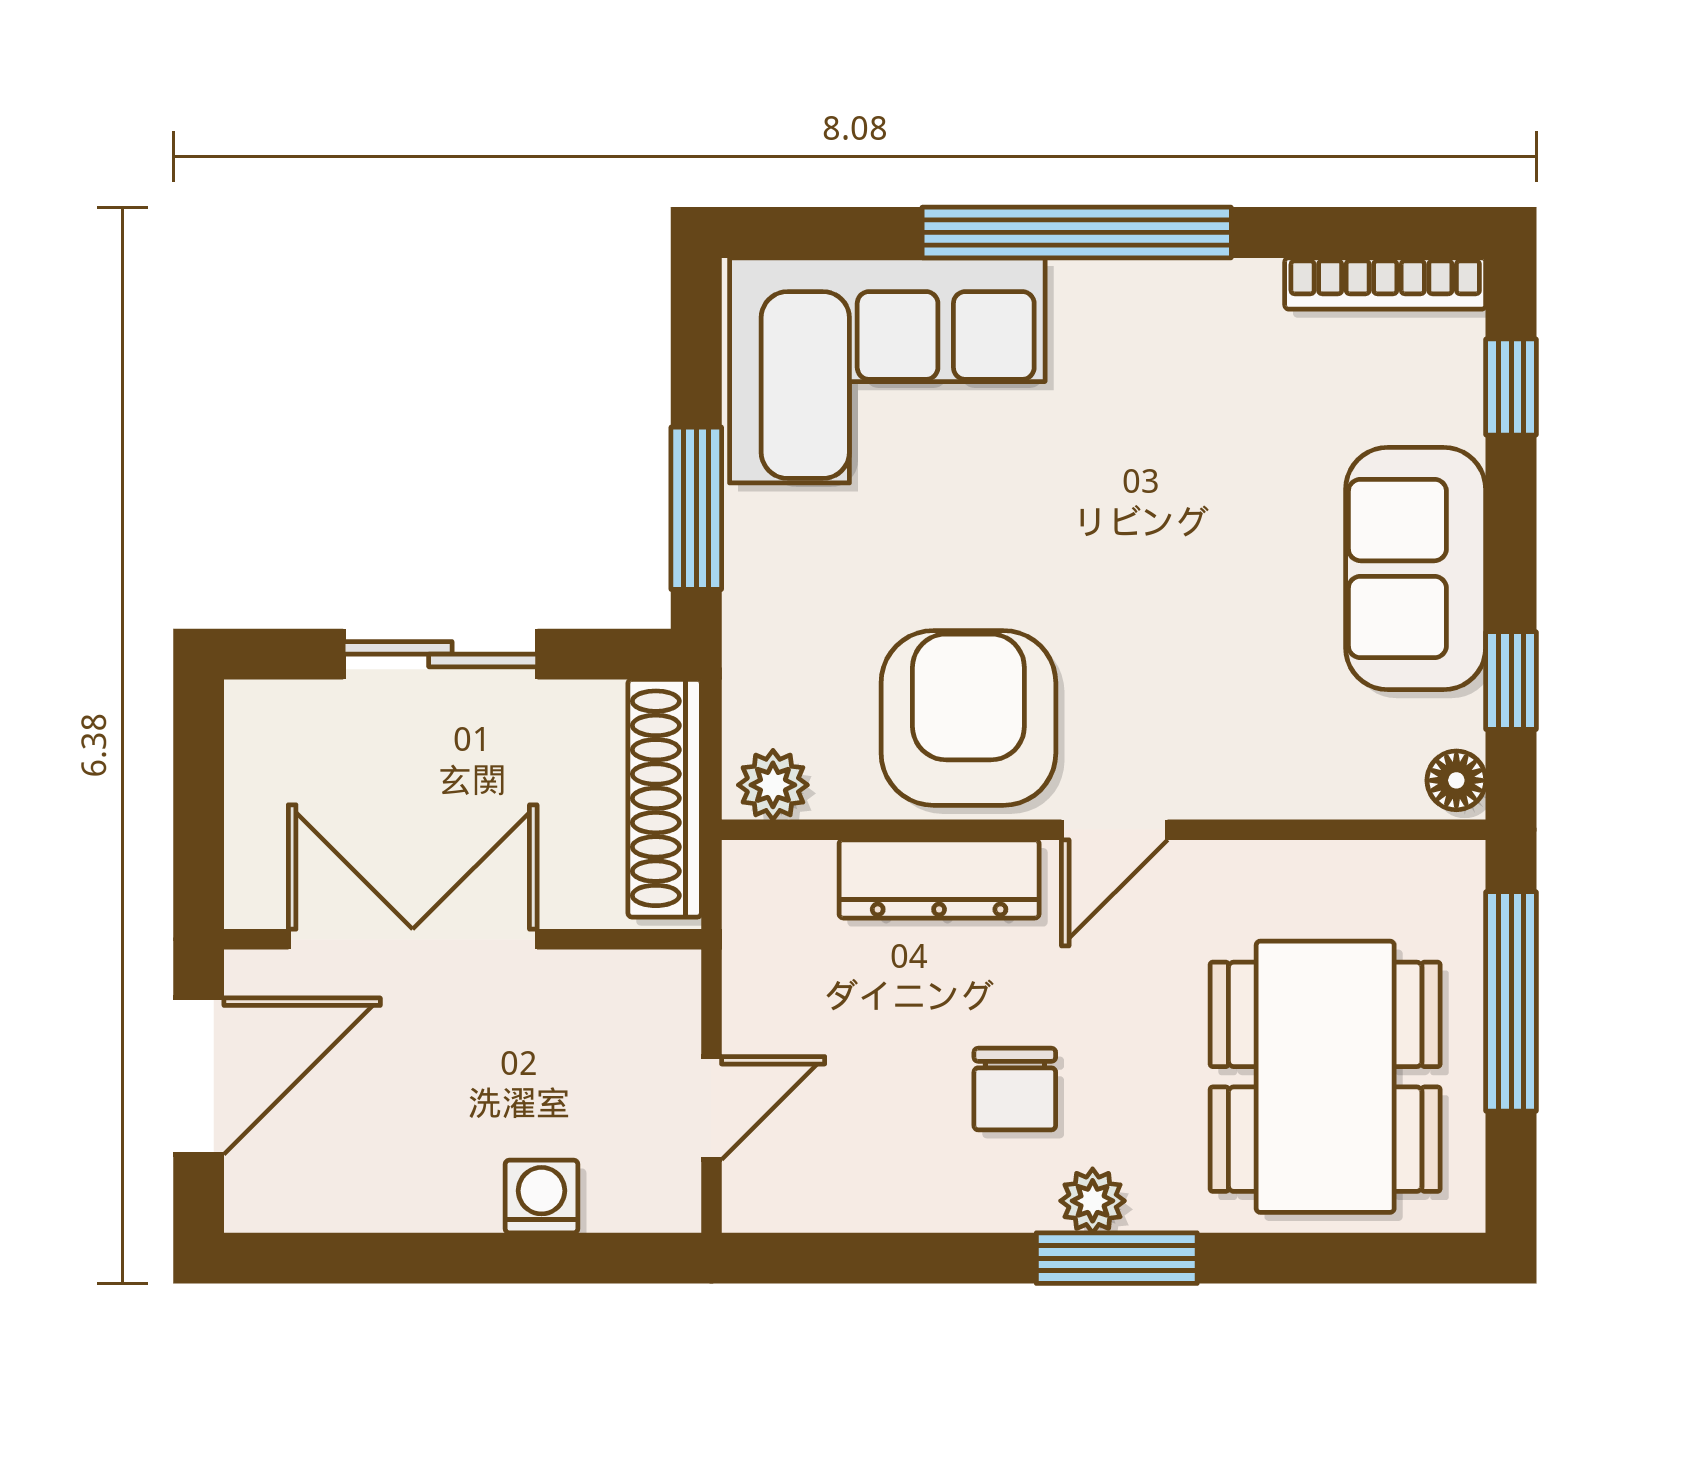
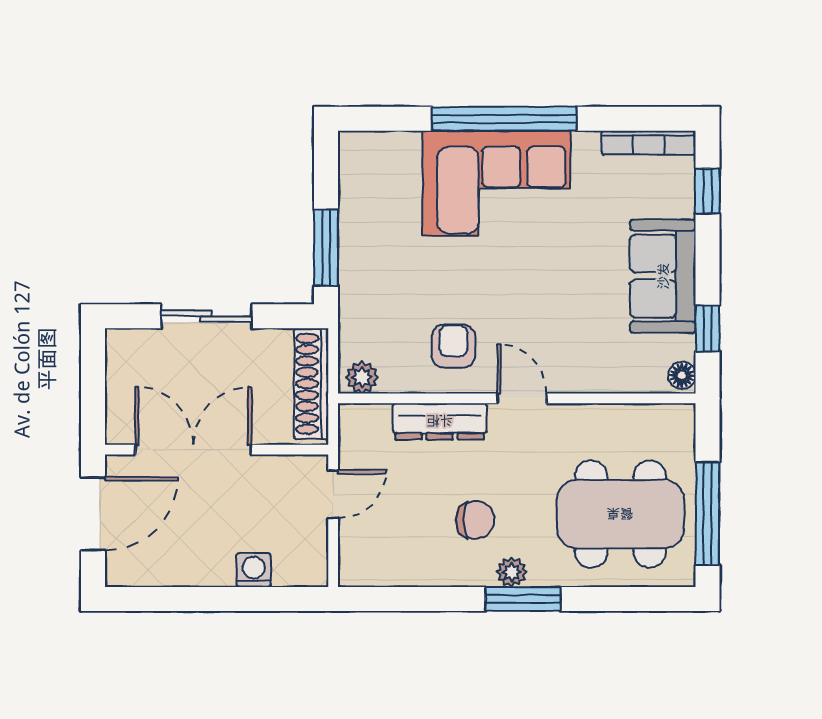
corner sofa: (887, 370) -> (496, 183), moved
armchair: (968, 718) -> (453, 346), width x0.53, depth x0.53
door: (1115, 830) -> (522, 398), swing flipped
window: (1511, 1001) -> (708, 514), moved
dining table: (1325, 1077) -> (620, 514), turned 90
chair: (1015, 1089) -> (475, 520), turned -90
door: (711, 1108) -> (333, 494), moved

